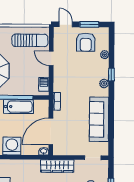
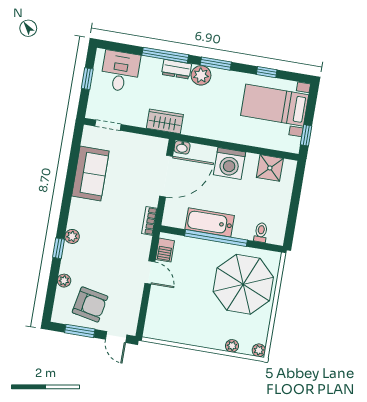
sun lounger: (30, 40) -> (175, 321), removed
armchair: (86, 42) -> (90, 304), turned 101
door: (51, 58) -> (150, 272), moved
sofa: (99, 119) -> (90, 173), width x0.73
wardrobe: (57, 166) -> (165, 121), width x0.67

